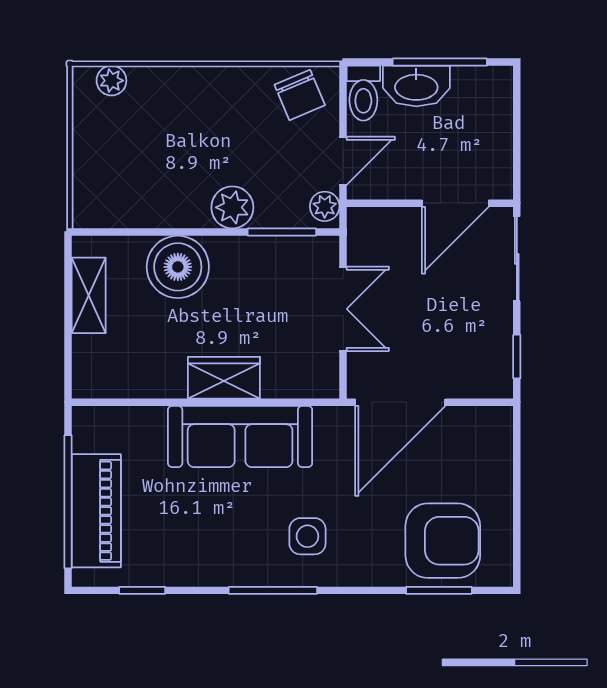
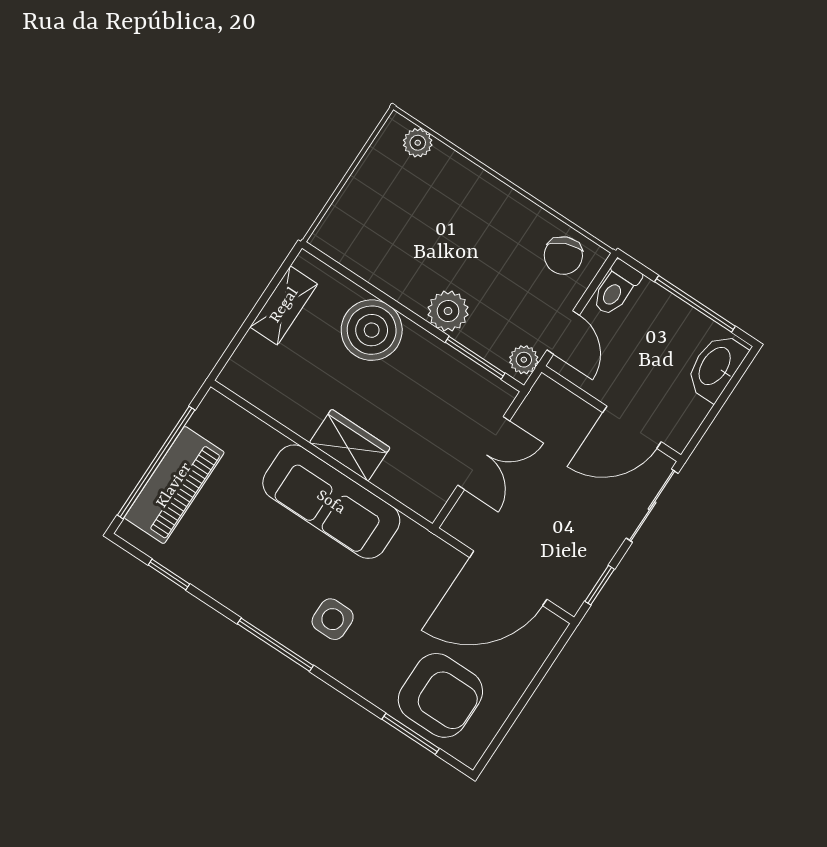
washbasin: (416, 86) -> (716, 367), moved, turned 90
door: (343, 161) -> (563, 332), hinge flipped
door: (400, 402) -> (508, 578), moved

